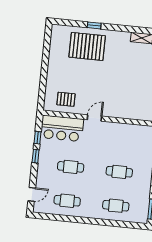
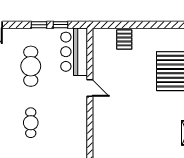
pallet: (66, 99) -> (124, 39), moved
cafe table: (71, 167) -> (31, 66), width x1.37, depth x1.35

